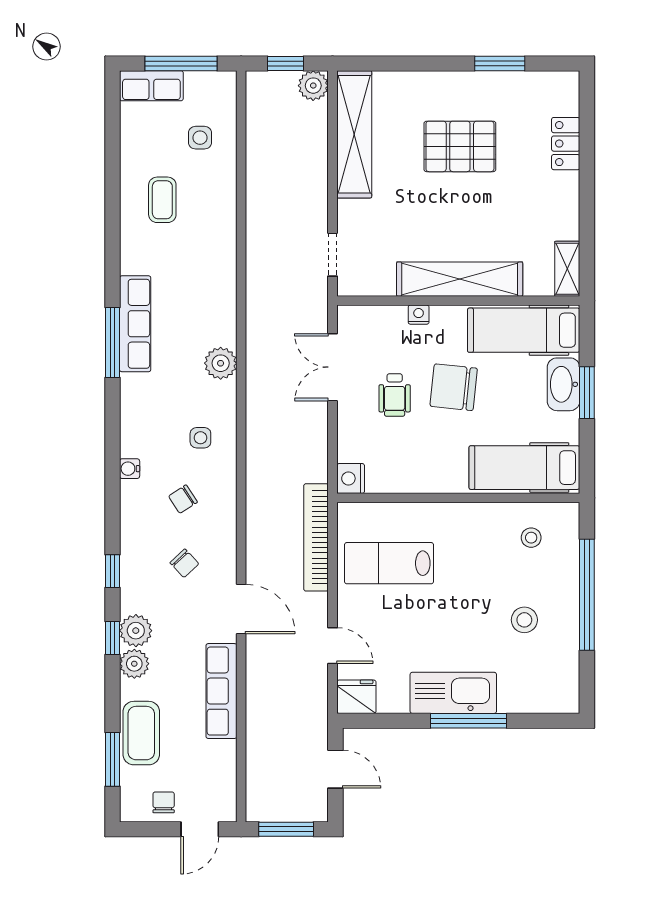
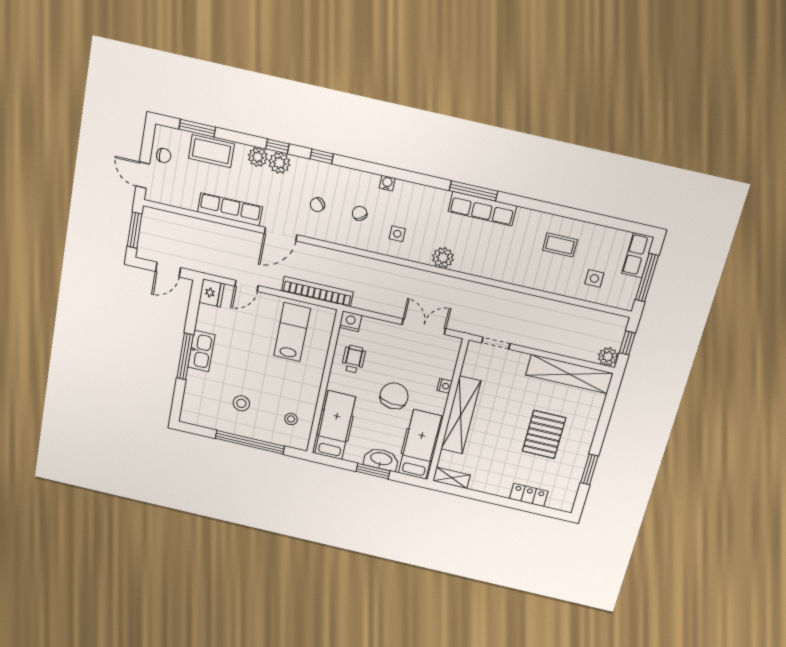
wheelchair: (395, 395) -> (354, 359), moved, turned 90
kitchen sink: (453, 693) -> (201, 351), width x0.73, depth x0.81

